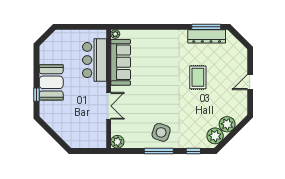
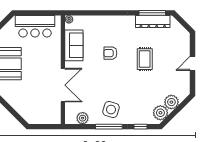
bar counter: (95, 60) -> (35, 26), moved, turned -90
sofa: (121, 62) -> (74, 45), width x0.73
armchair: (160, 71) -> (110, 53), added
double door: (109, 106) -> (63, 85), width x1.37
plant: (117, 142) -> (83, 118), moved

